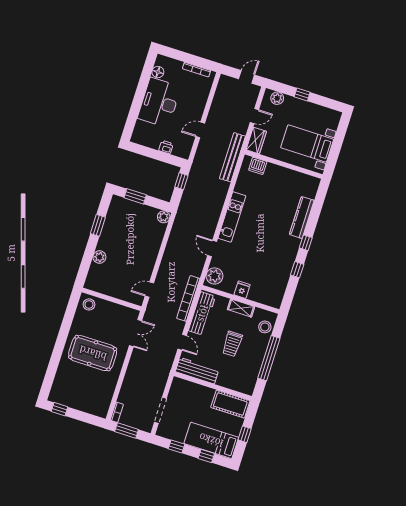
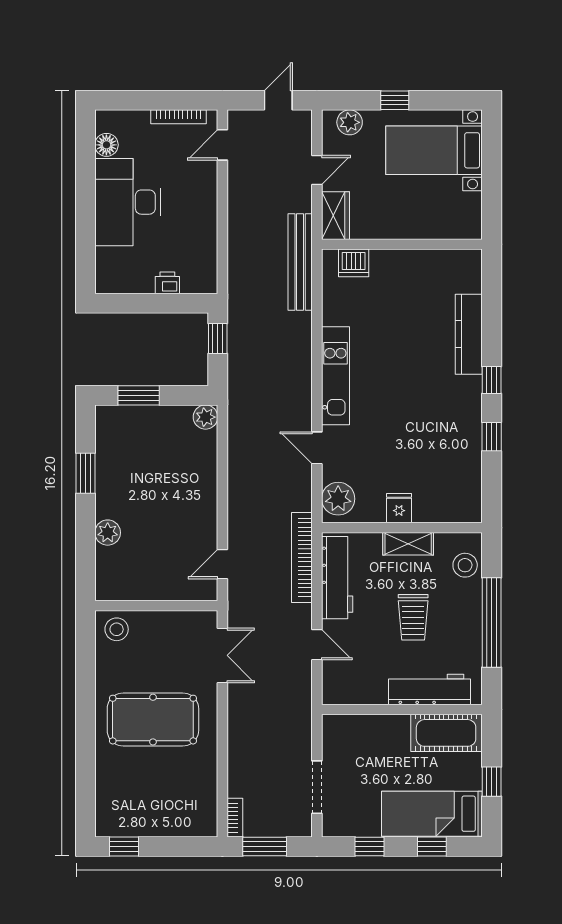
door: (200, 130) -> (222, 145), moved
bed with nightstands: (307, 143) -> (434, 150), moved
workbench: (197, 371) -> (429, 689), moved

